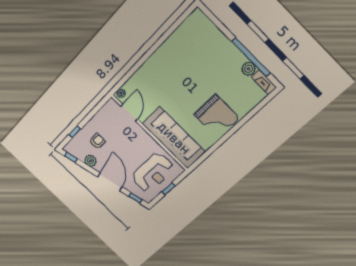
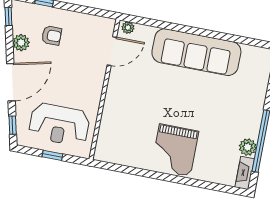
sofa: (174, 138) -> (196, 52), moved, turned 90

